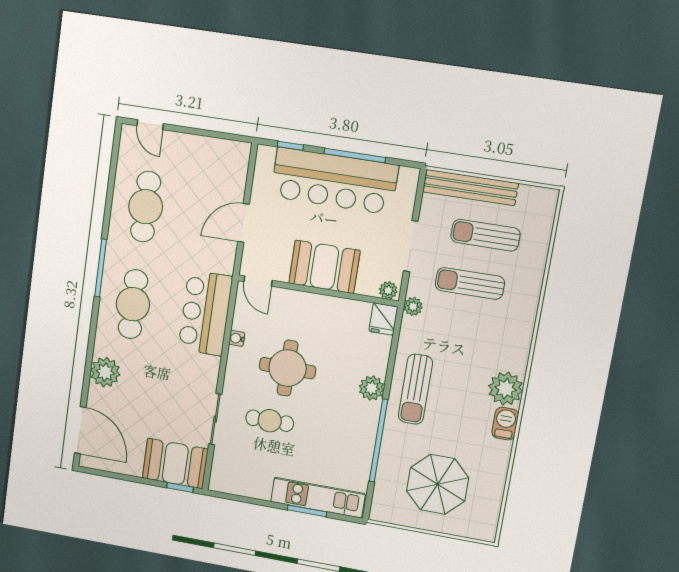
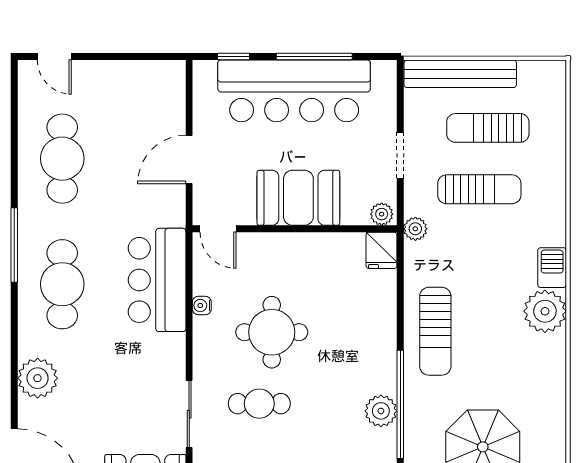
doorway: (411, 246) -> (400, 155), width x0.73
sun lounger: (470, 283) -> (479, 189), turned 180
plant: (372, 388) -> (381, 411), moved
barbecue: (505, 424) -> (552, 268), moved

